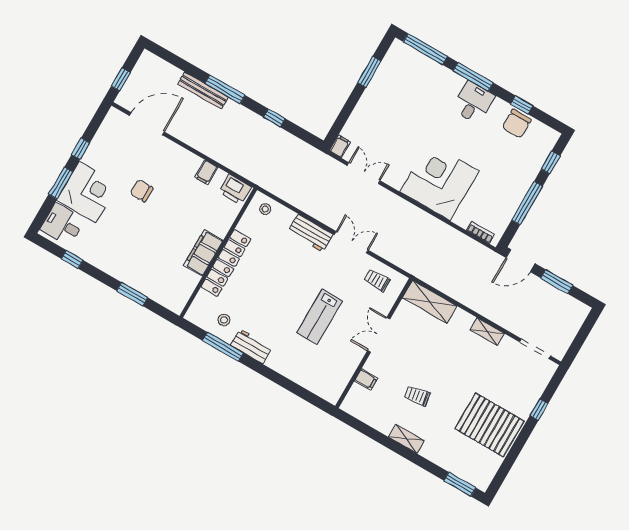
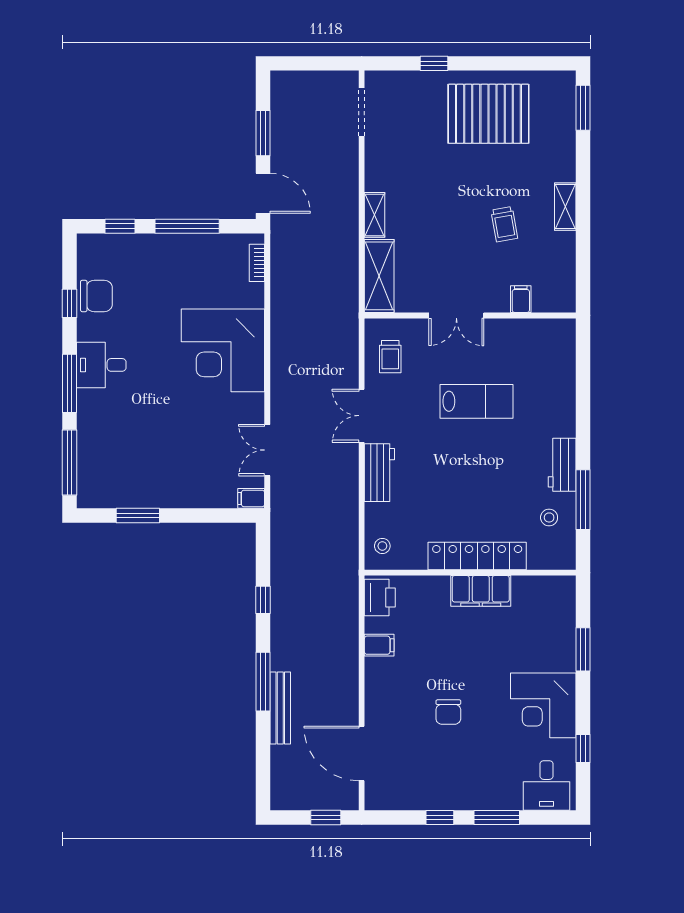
corner desk: (87, 192) -> (543, 705), moved, turned -90
shelving: (487, 331) -> (375, 215), moved
pallet: (489, 425) -> (488, 114), turned 90

